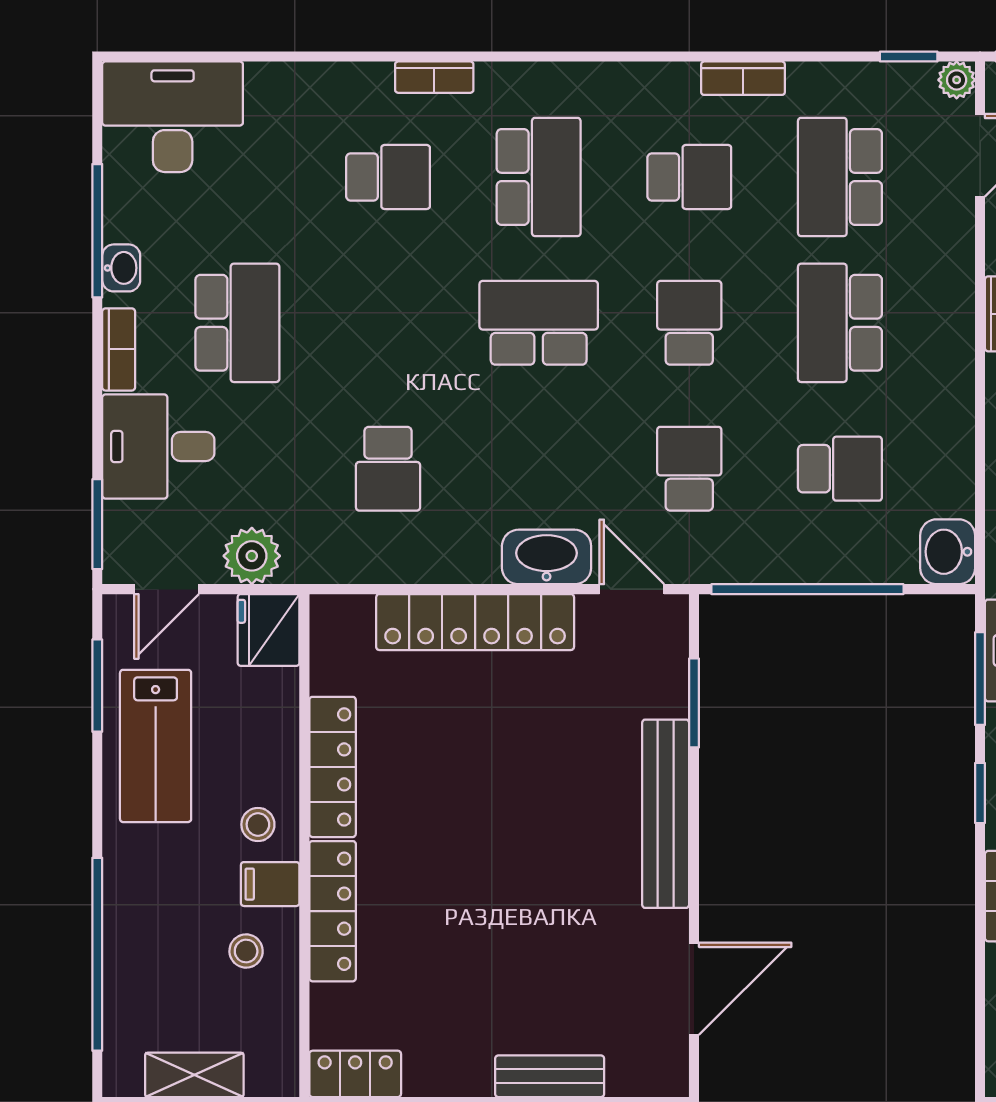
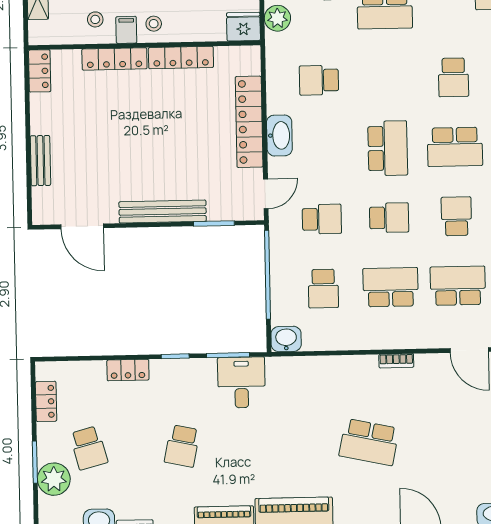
school desk: (689, 177) -> (456, 216), turned 180
washbasin: (547, 557) -> (279, 135), moved

